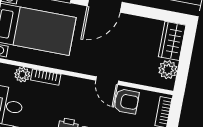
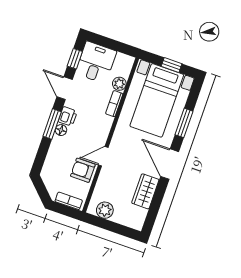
wardrobe: (172, 41) -> (145, 191), moved, turned -90
armchair: (126, 101) -> (83, 170), turned 90

